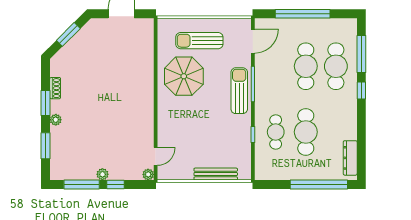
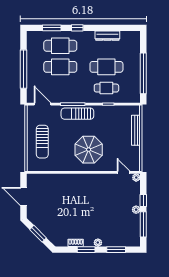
window: (361, 54) -> (52, 28), width x0.69
parasol: (184, 76) -> (89, 150), moved
dresser: (350, 158) -> (107, 36), moved
window: (319, 184) -> (143, 73), moved

